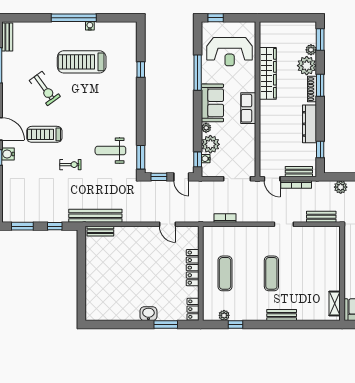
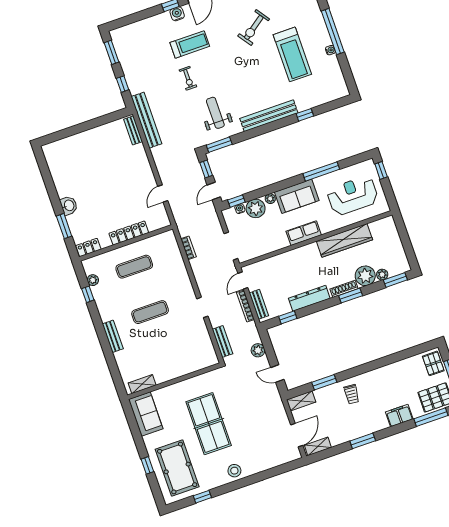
reception desk: (230, 52) -> (353, 196), turned 90
treadmill: (82, 62) -> (292, 54), turned 180
bench: (130, 103) -> (269, 116), added
treadmill: (44, 134) -> (190, 44), moved, turned 90

